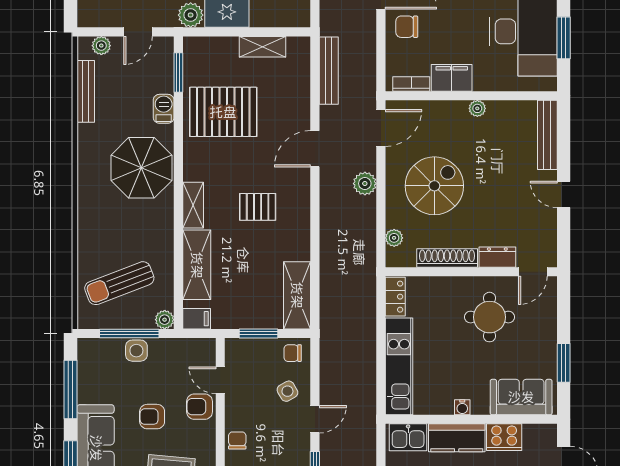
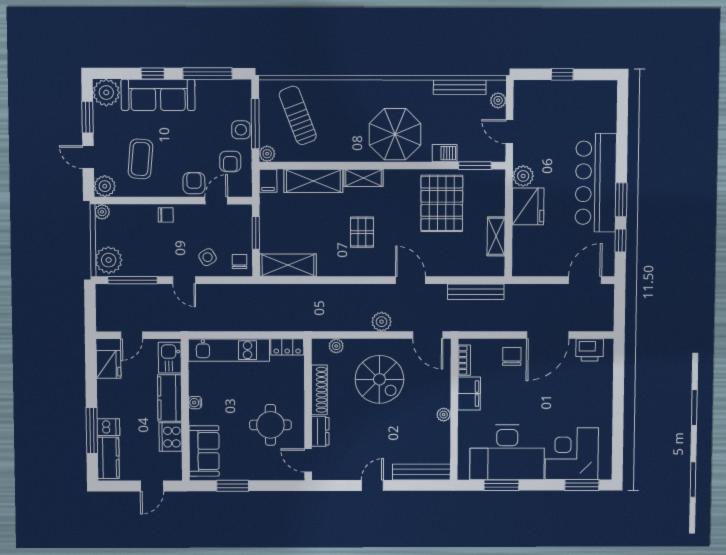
armchair: (152, 417) -> (230, 161), moved, turned 180

